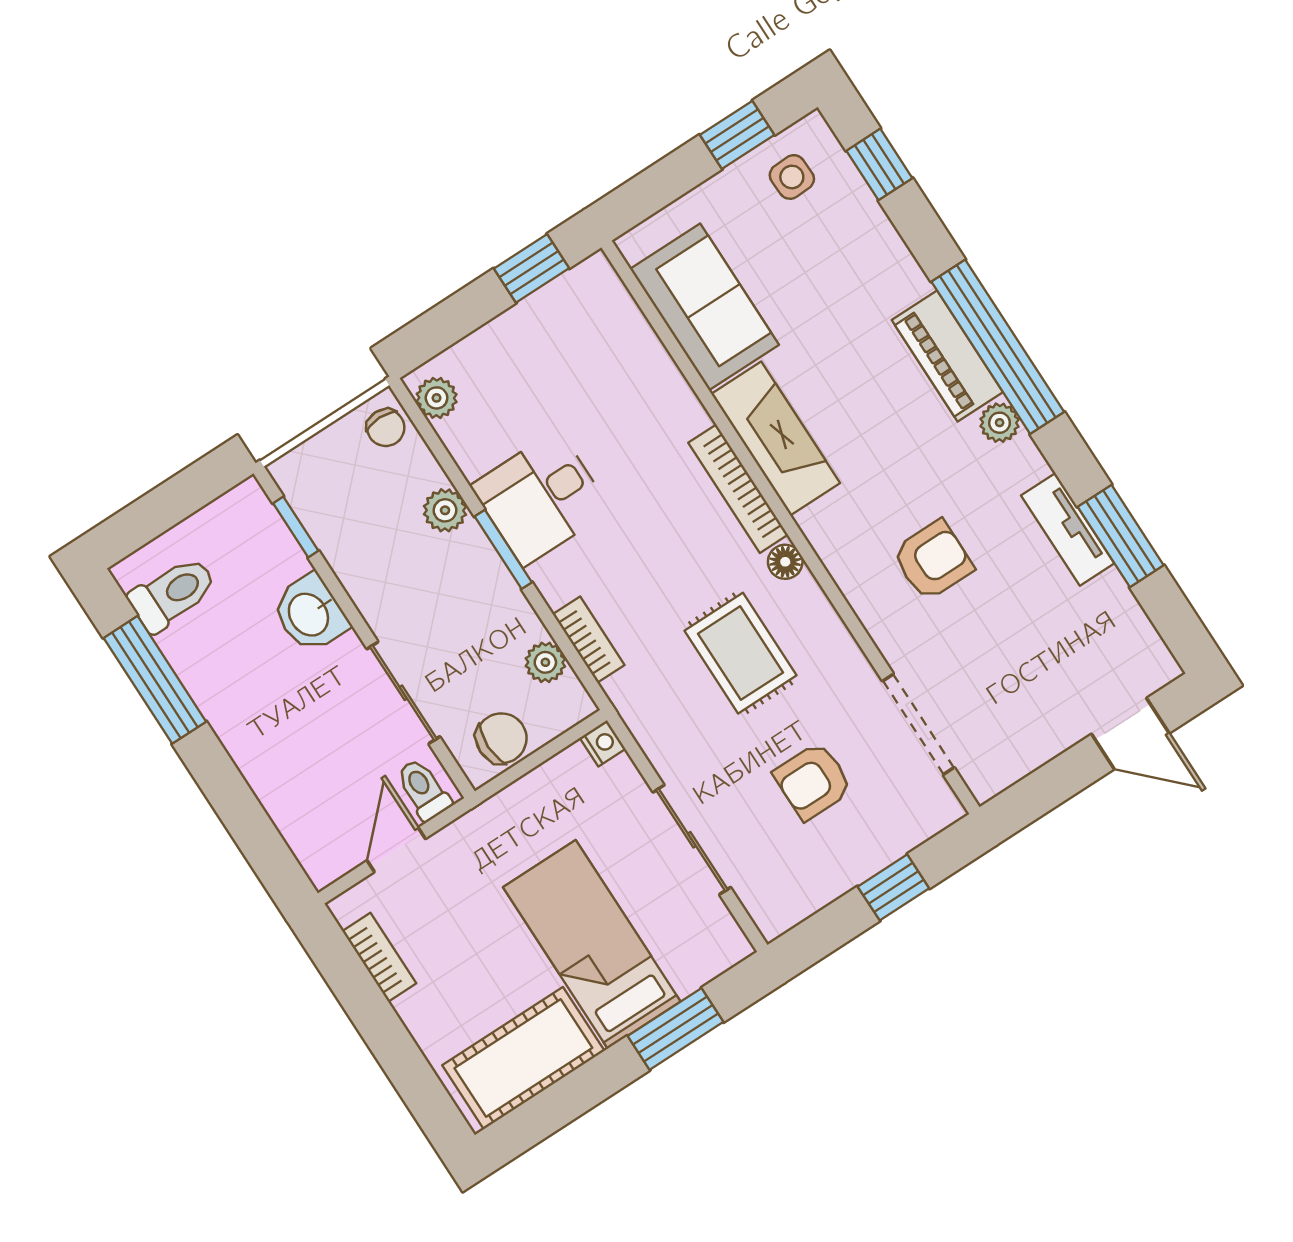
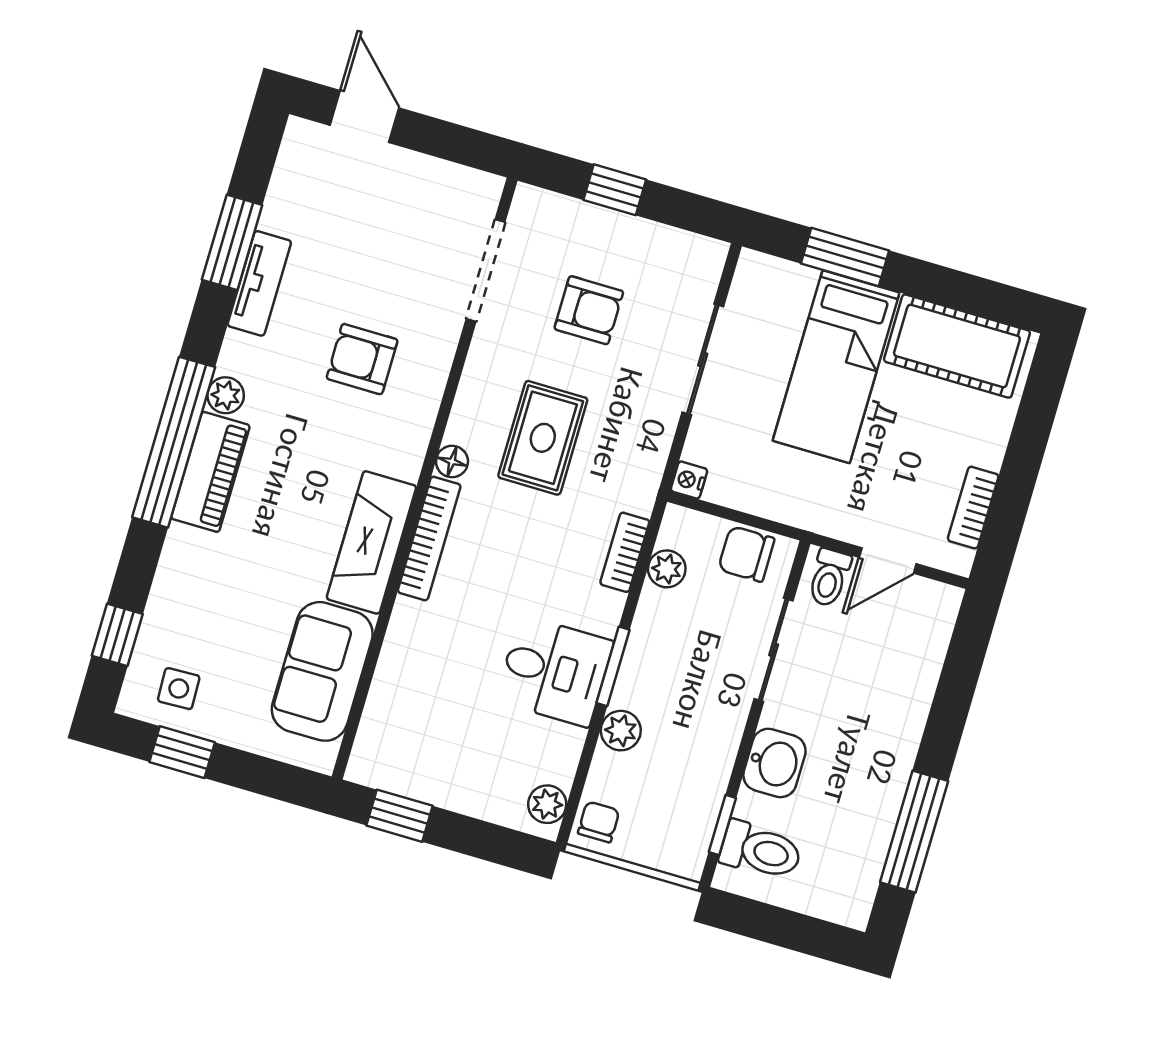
toilet: (173, 594) -> (761, 851), moved, turned 180

